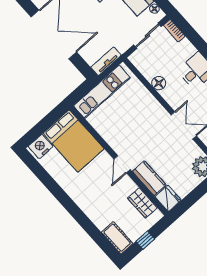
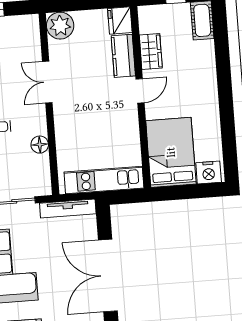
tv unit: (106, 61) -> (68, 208), width x1.41
wardrobe: (142, 203) -> (151, 52), moved

